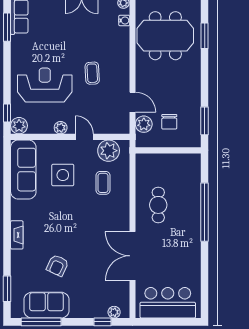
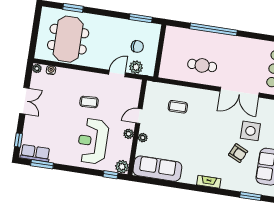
plant: (109, 151) -> (143, 138), moved, width x0.53, depth x0.53
side table: (63, 175) -> (250, 131), moved

